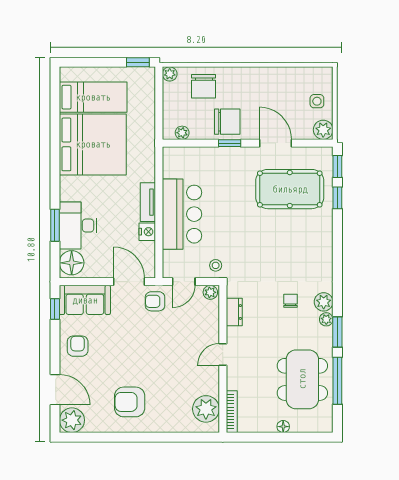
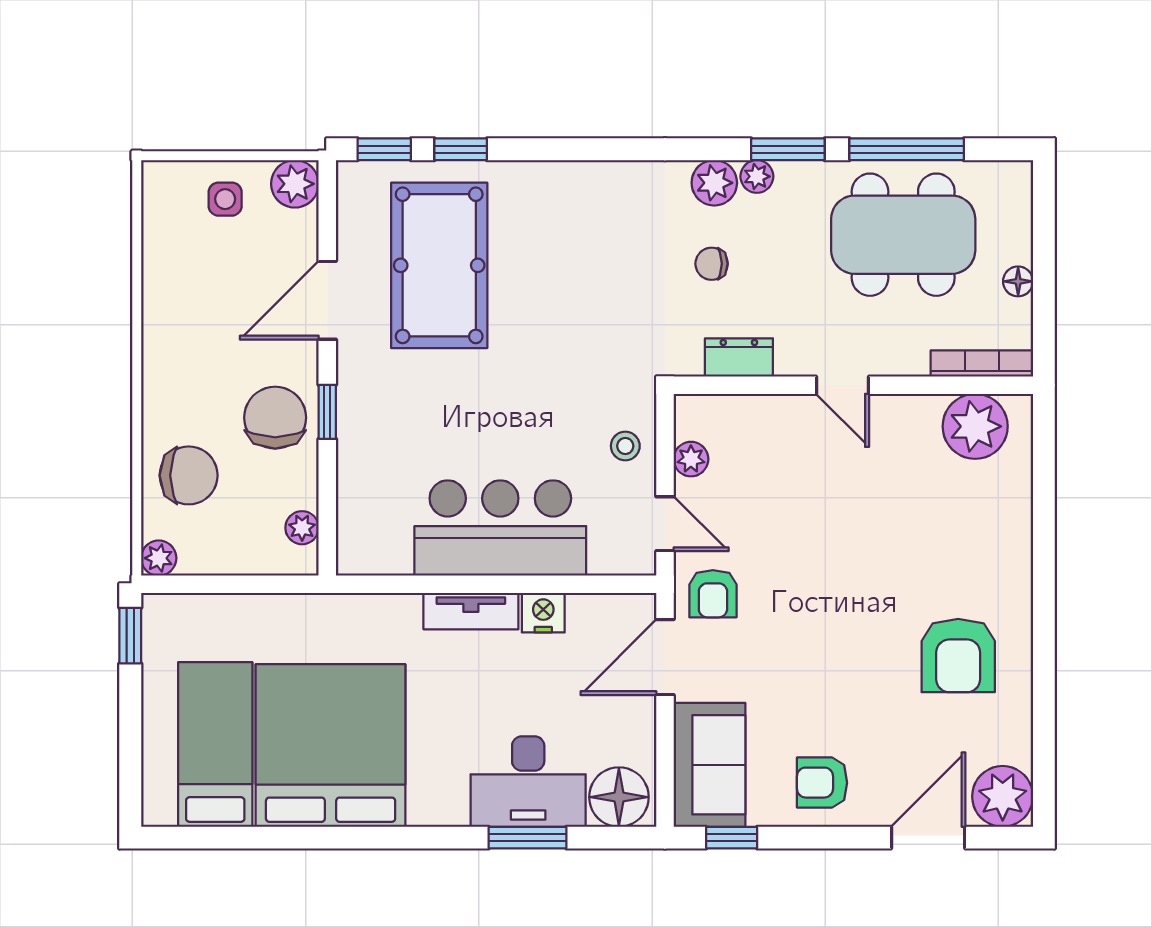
dresser: (234, 312) -> (739, 357), moved
door: (223, 354) -> (842, 385), moved
wall: (223, 359) -> (853, 385), moved
plant: (206, 409) -> (975, 426), moved
bookcase: (232, 412) -> (982, 363), moved

